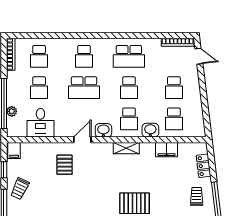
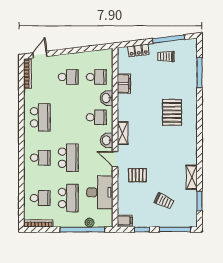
school desk: (39, 88) -> (68, 198), width x1.85
school desk: (129, 88) -> (68, 117), removed
desk: (40, 123) -> (100, 192), width x1.37
shelving: (126, 148) -> (123, 133), moved
trolley: (20, 189) -> (164, 201), moved

